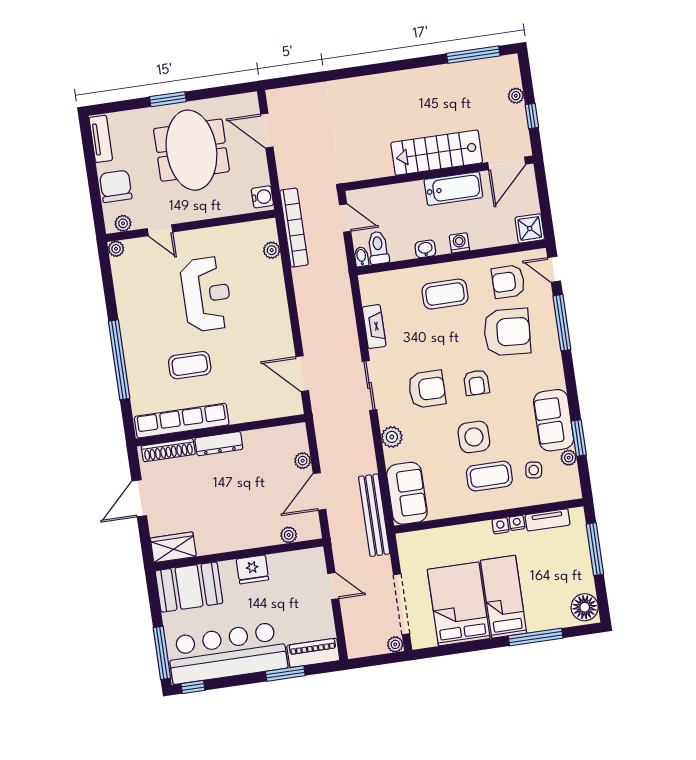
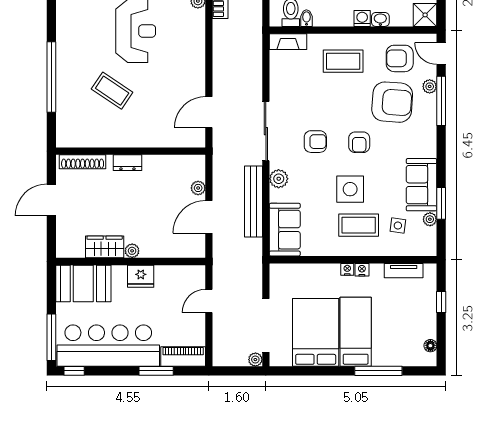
washbasin: (425, 249) -> (380, 19), moved
bidet: (361, 257) -> (306, 18), moved
plant: (547, 308) -> (430, 86), added
fireplace: (374, 327) -> (288, 42), moved, turned 90
coffee table: (190, 365) -> (112, 91), turned 34
door: (302, 374) -> (209, 112), hinge flipped
sliding door: (369, 386) -> (266, 131), width x1.37
armchair: (427, 389) -> (315, 142), width x0.72, depth x0.72
row of seats: (182, 421) -> (98, 138), removed
dresser: (219, 444) -> (127, 163), width x0.70
bench: (374, 515) -> (253, 202), moved
nightstand: (517, 523) -> (347, 269), moved
plant: (289, 535) -> (132, 251), moved
wardrobe: (173, 547) -> (105, 247), moved
window: (595, 549) -> (441, 302), width x0.46
door: (333, 586) -> (209, 301), swing flipped
floor lamp: (585, 607) -> (430, 346), width x0.53, depth x0.53

